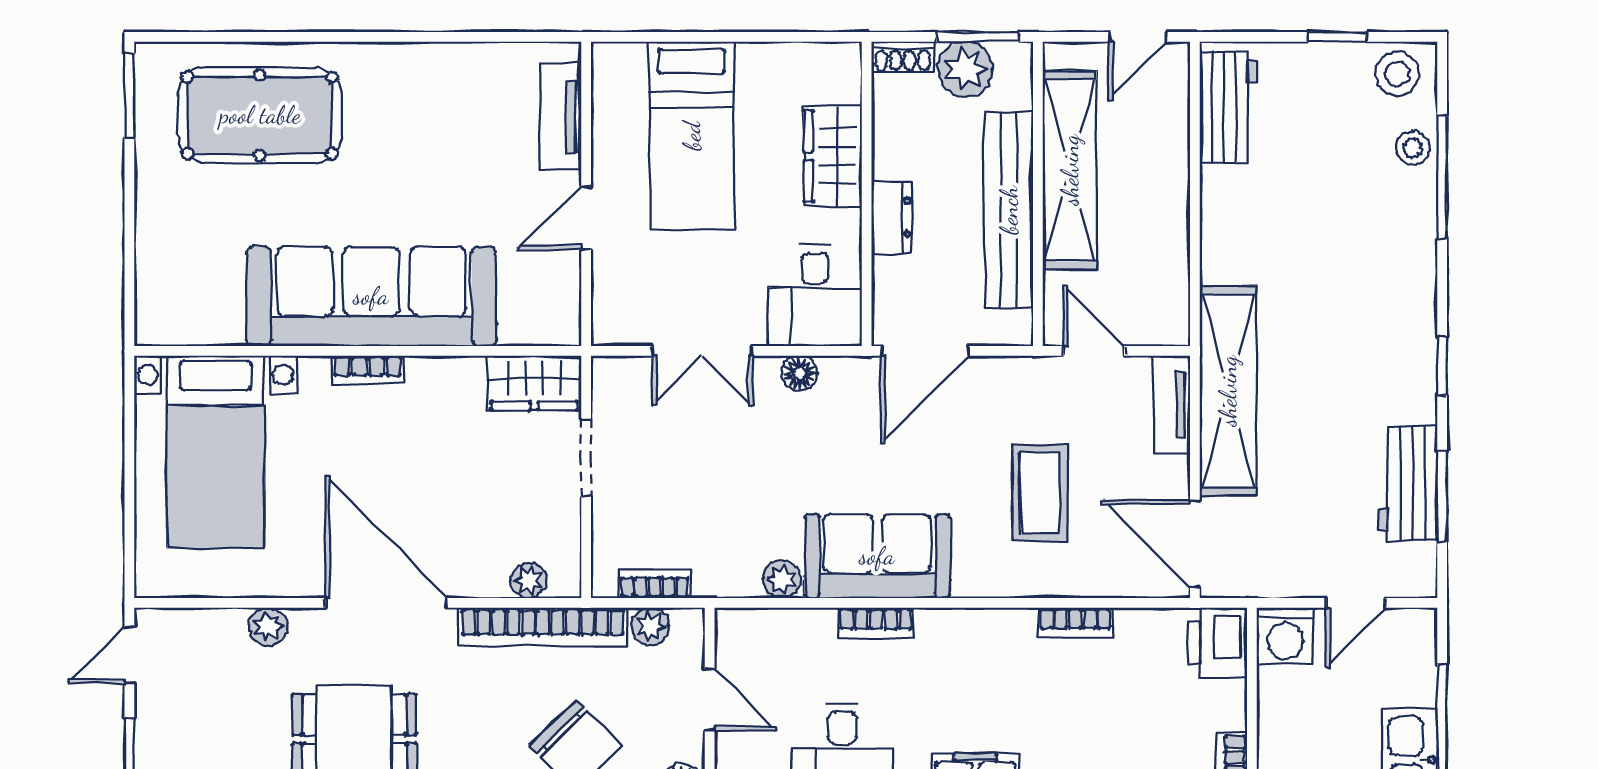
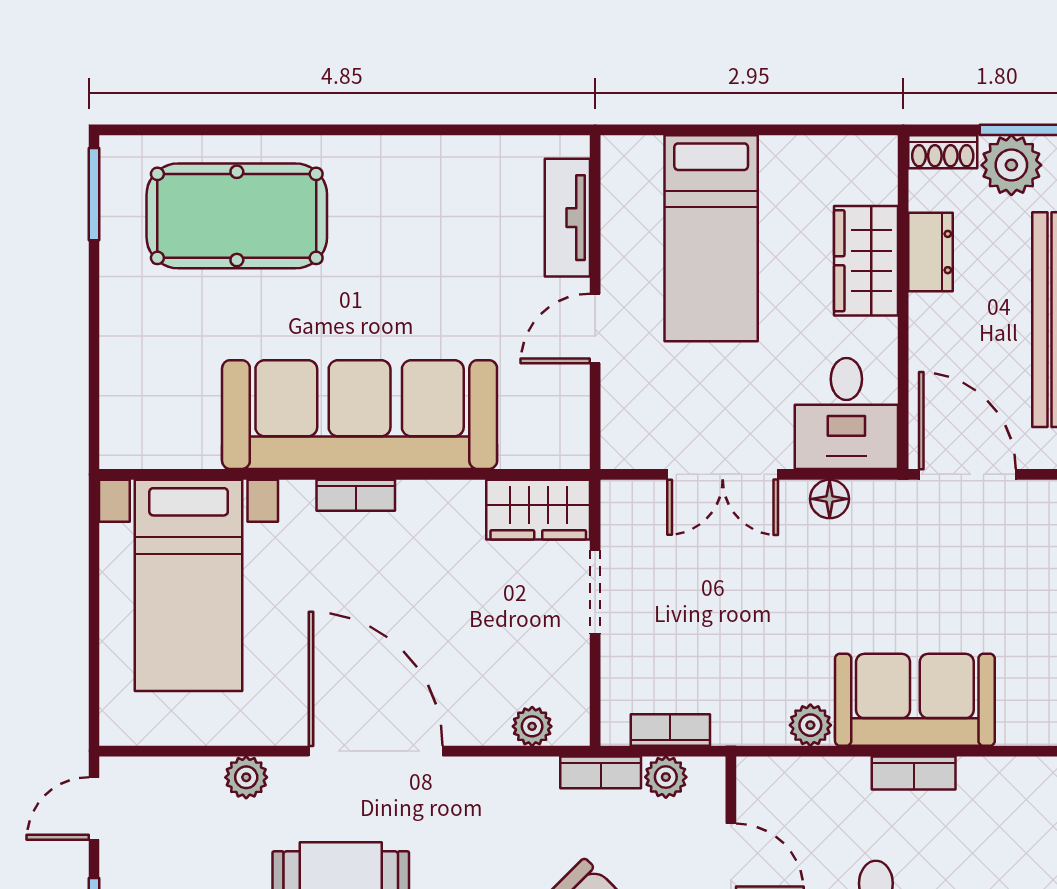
dresser: (892, 217) -> (931, 252), moved
door: (925, 351) -> (967, 474), swing flipped
bookcase: (543, 627) -> (601, 772), width x0.43, depth x0.76

